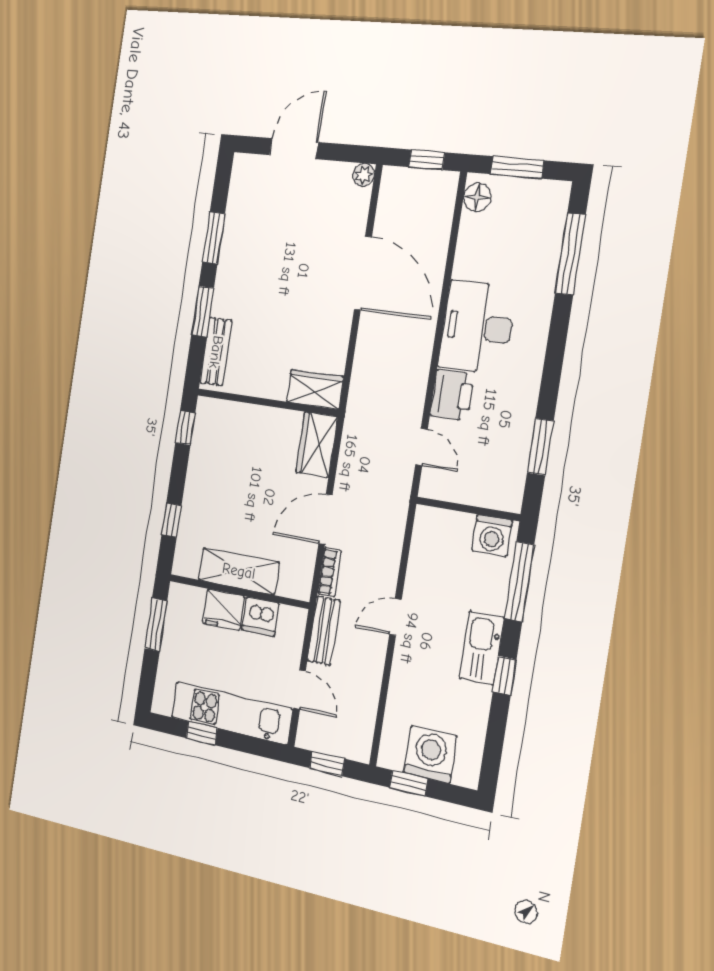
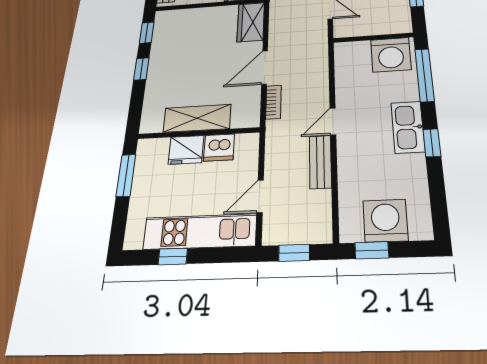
window: (171, 520) -> (141, 69), moved
washing machine: (492, 535) -> (391, 55), width x1.37, depth x1.37
bench: (324, 631) -> (320, 162), moved
door: (300, 690) -> (260, 196), swing flipped

